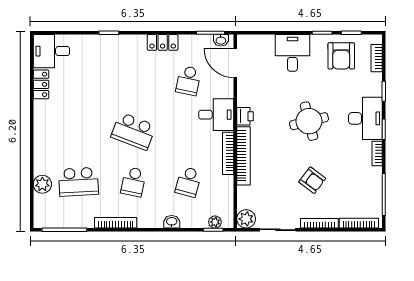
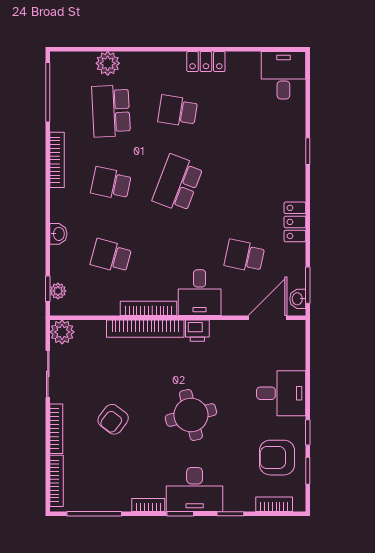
locker: (41, 84) -> (206, 62), moved
school desk: (78, 131) -> (178, 111), added

